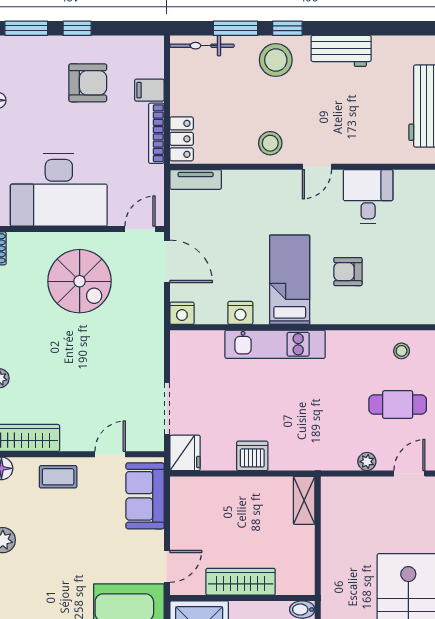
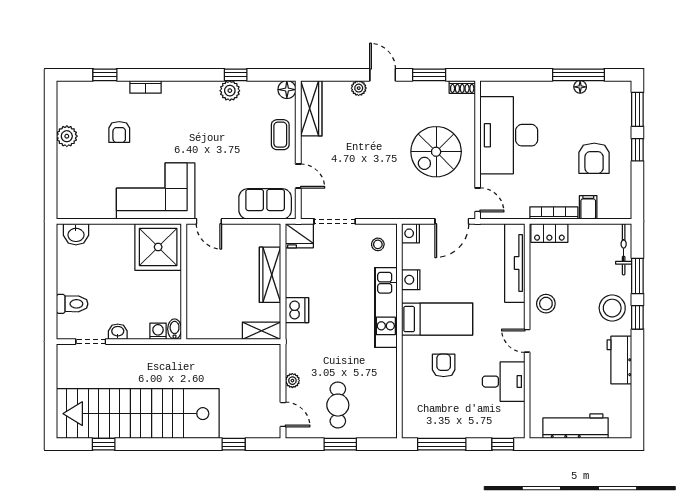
tv unit: (196, 179) -> (515, 263), width x1.92, depth x1.29
stool: (402, 351) -> (378, 244), moved
dishwasher: (252, 456) -> (297, 310), moved
wardrobe: (241, 582) -> (270, 275), moved, turned 180

